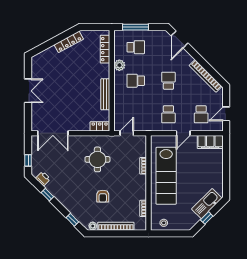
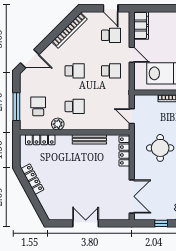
school desk: (136, 81) -> (75, 106), turned -90
school desk: (168, 81) -> (75, 71), turned 180
locker: (100, 126) -> (124, 151), width x1.53

